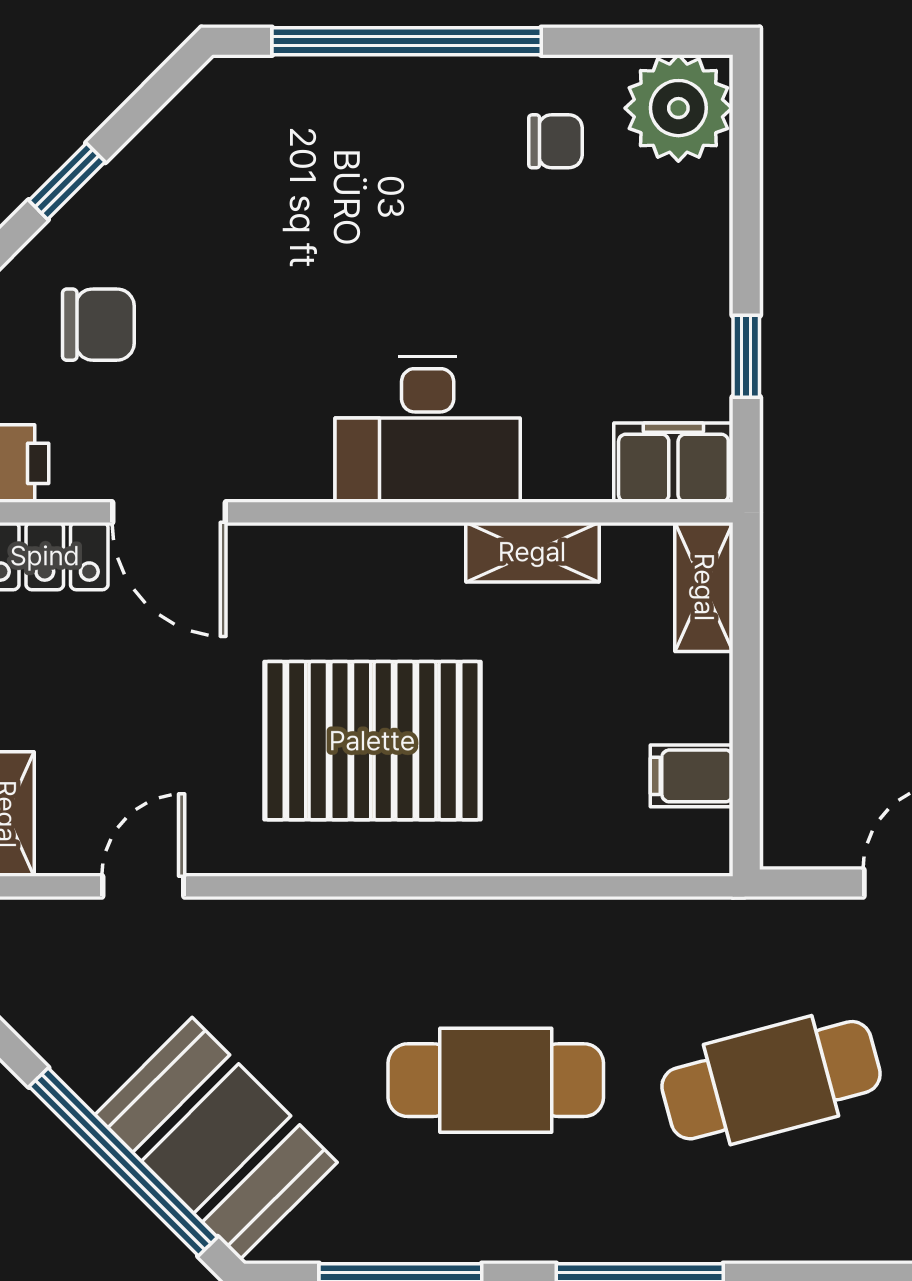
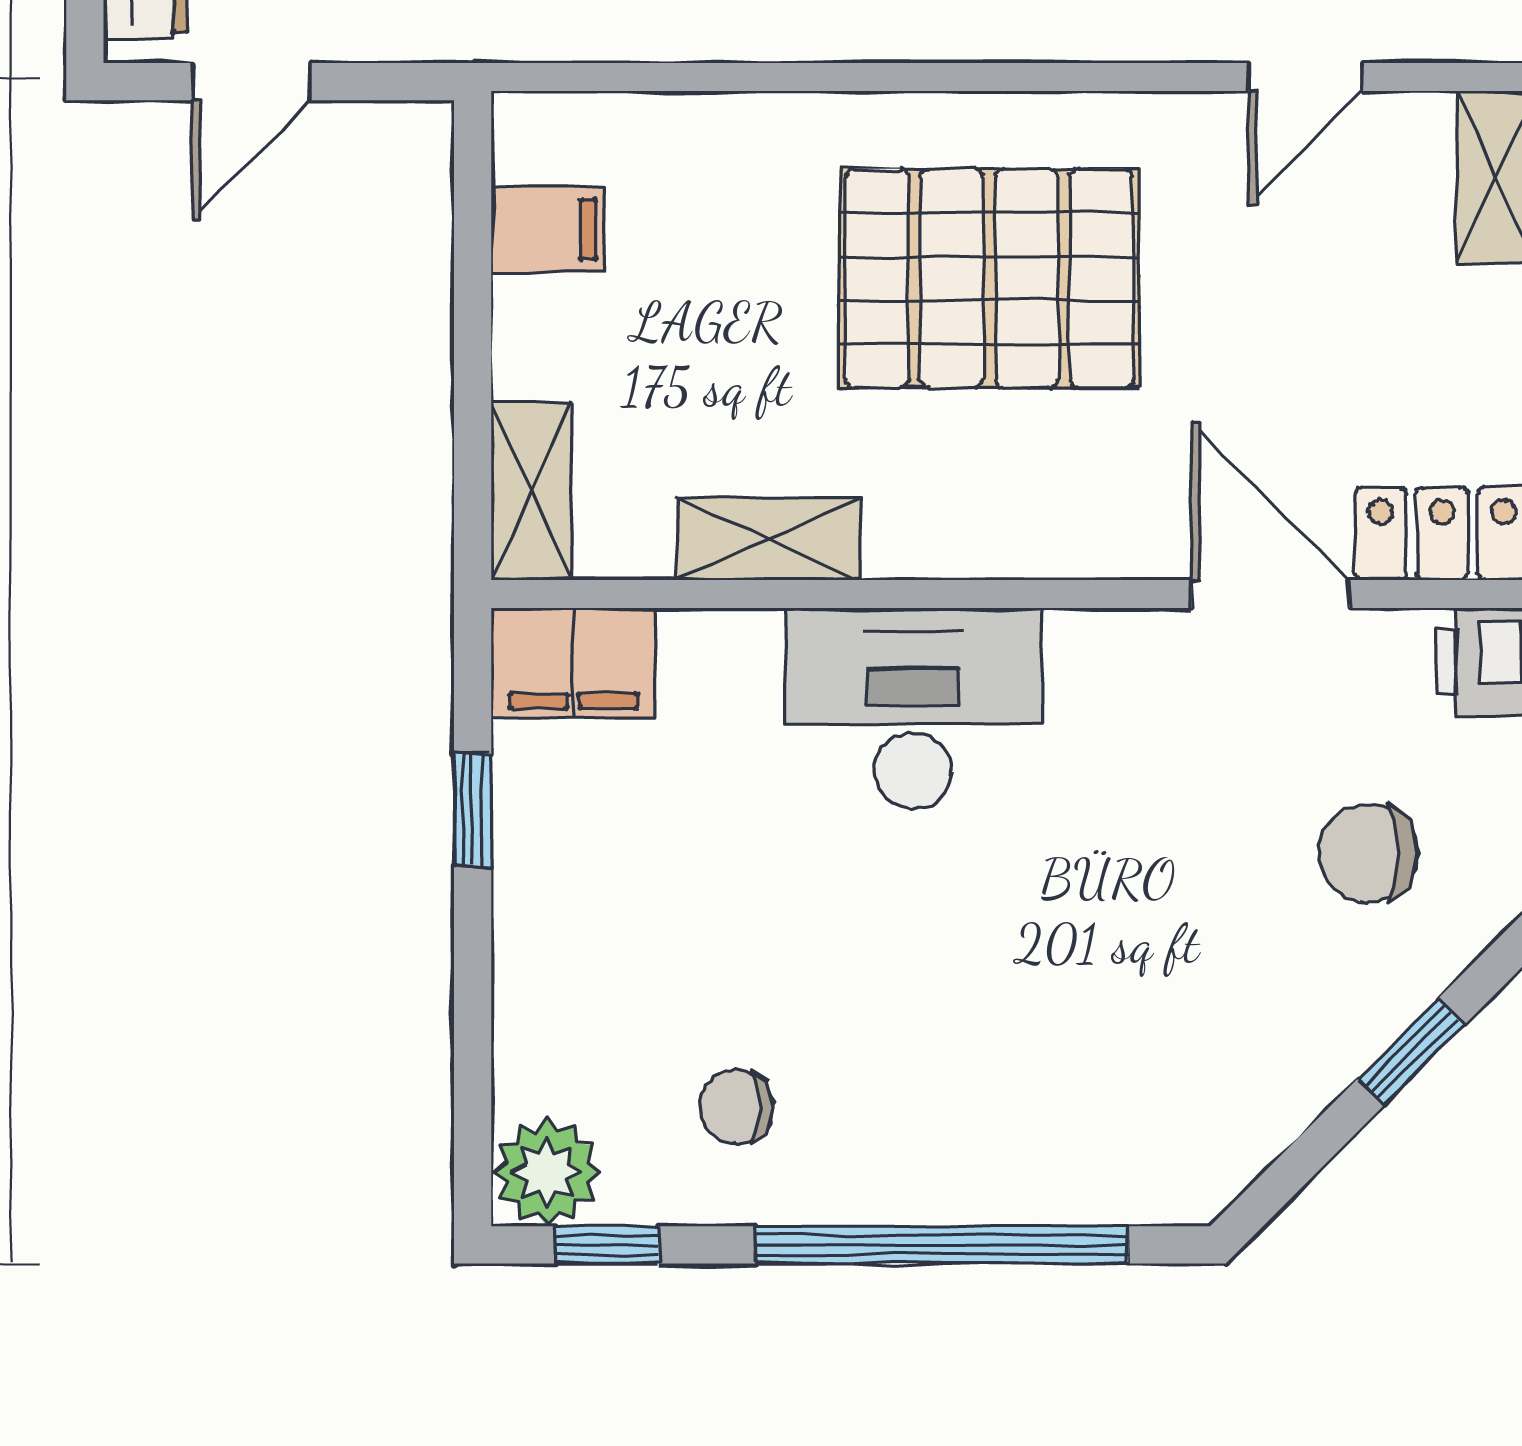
window: (649, 41) -> (607, 1245), added
plant: (678, 108) -> (547, 1172), width x0.73, depth x0.73

